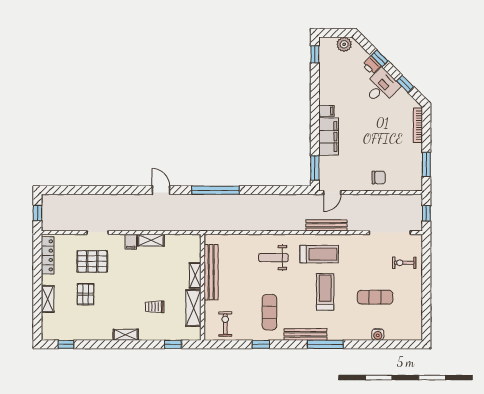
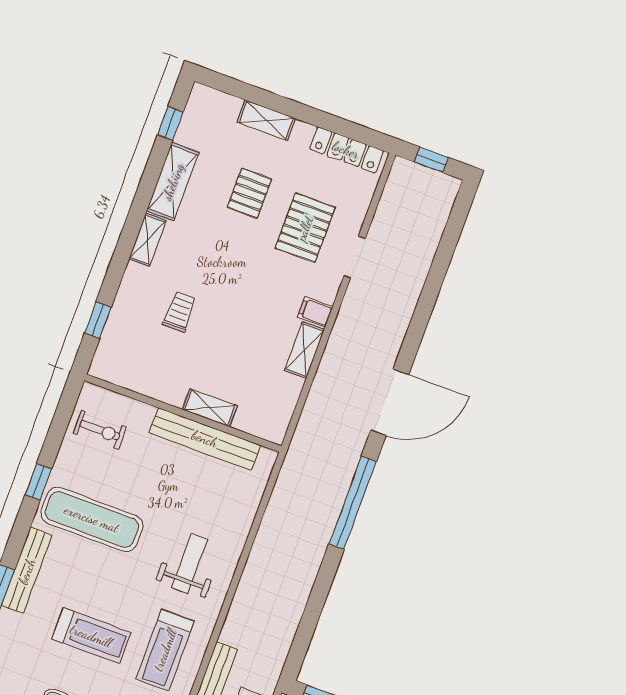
door: (161, 190) -> (390, 402), width x1.88
pallet: (85, 294) -> (249, 193), turned 90
shelving: (193, 308) -> (173, 182), moved, turned 90
exercise mat: (269, 312) -> (92, 519), width x1.36, depth x1.45

